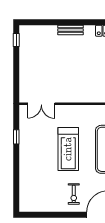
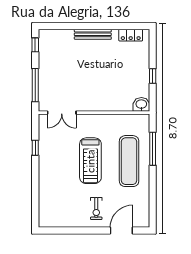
bench: (70, 30) -> (93, 34), width x1.36
window: (16, 78) -> (35, 85), added

